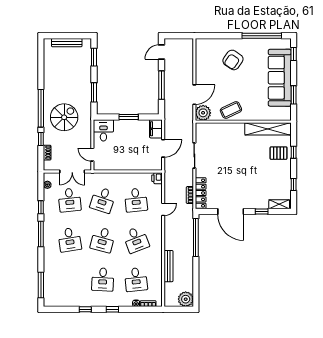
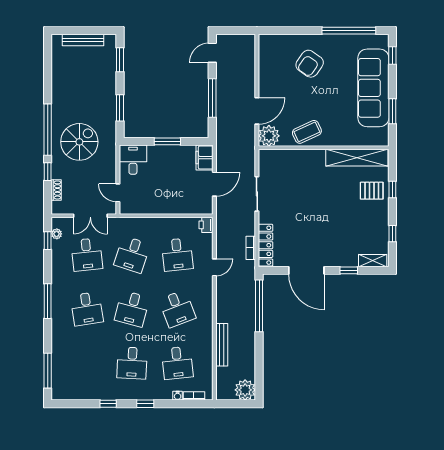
window: (41, 207) -> (48, 241), moved

